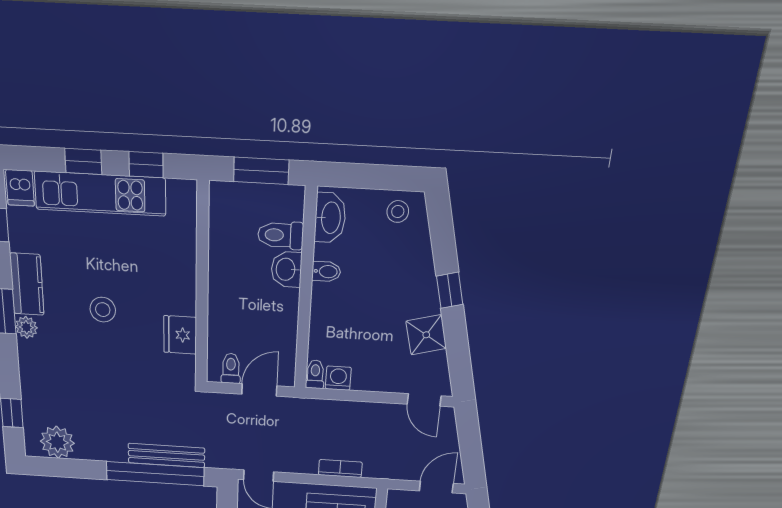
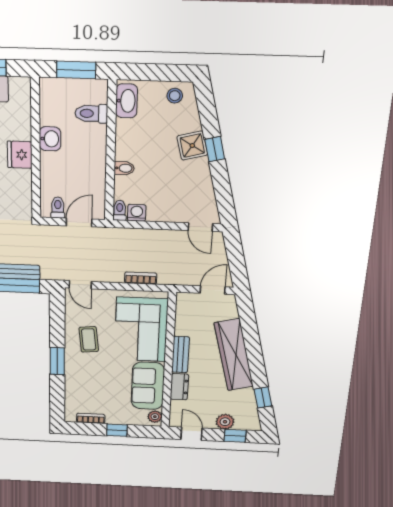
washbasin: (286, 269) -> (50, 139), moved, turned 180
bidet: (326, 271) -> (124, 168), moved
fridge: (180, 335) -> (20, 155), moved
shower: (426, 335) -> (192, 146), moved

